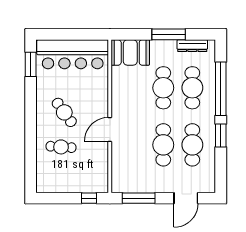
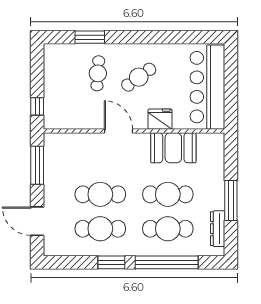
booth: (130, 52) -> (173, 148), moved, turned 90
window: (31, 64) -> (90, 37), moved
fridge: (100, 94) -> (160, 119), added

